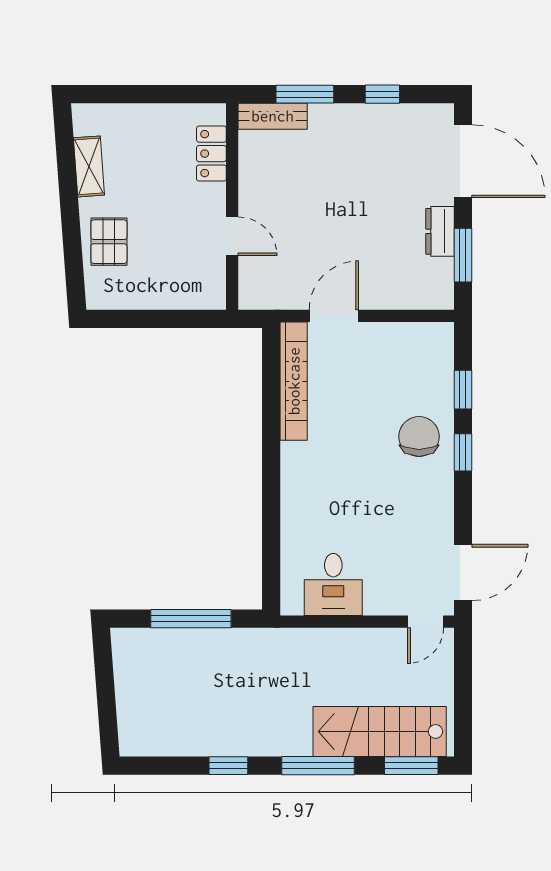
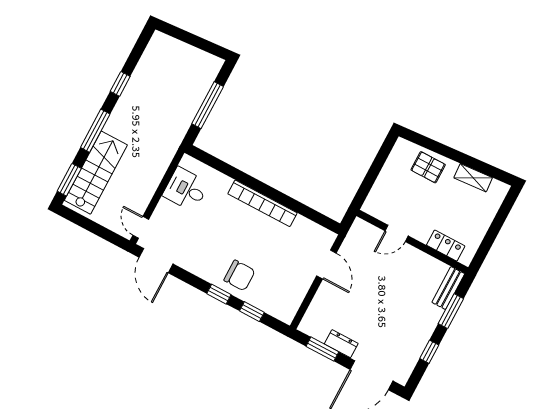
bookcase: (294, 381) -> (262, 203), moved

